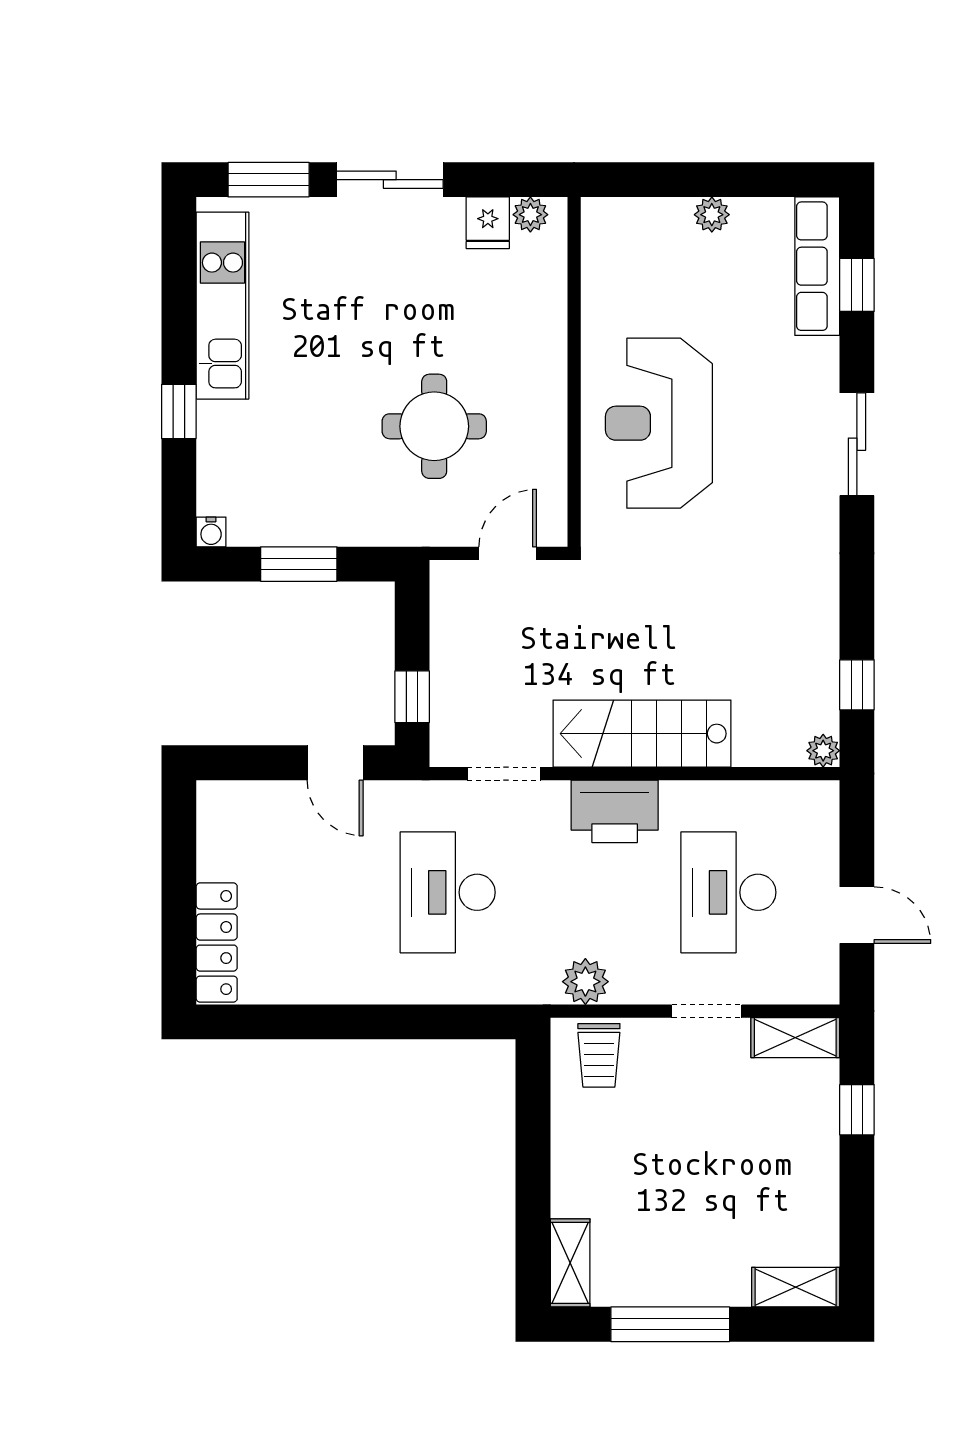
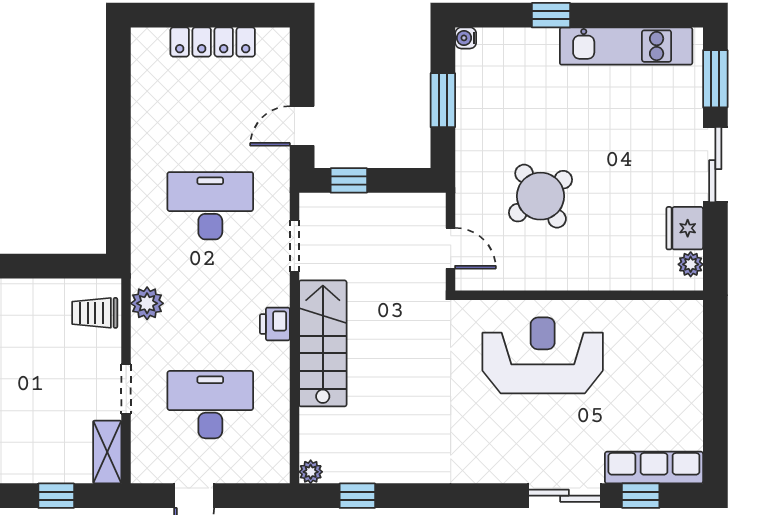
plant: (712, 215) -> (691, 393), removed
fridge: (488, 223) -> (685, 228), width x1.38
round table: (434, 426) -> (541, 196), turned -36
sliding door: (857, 444) -> (564, 496), moved
printer: (615, 811) -> (275, 324), width x0.53, depth x0.68
locker: (217, 943) -> (213, 42), moved

